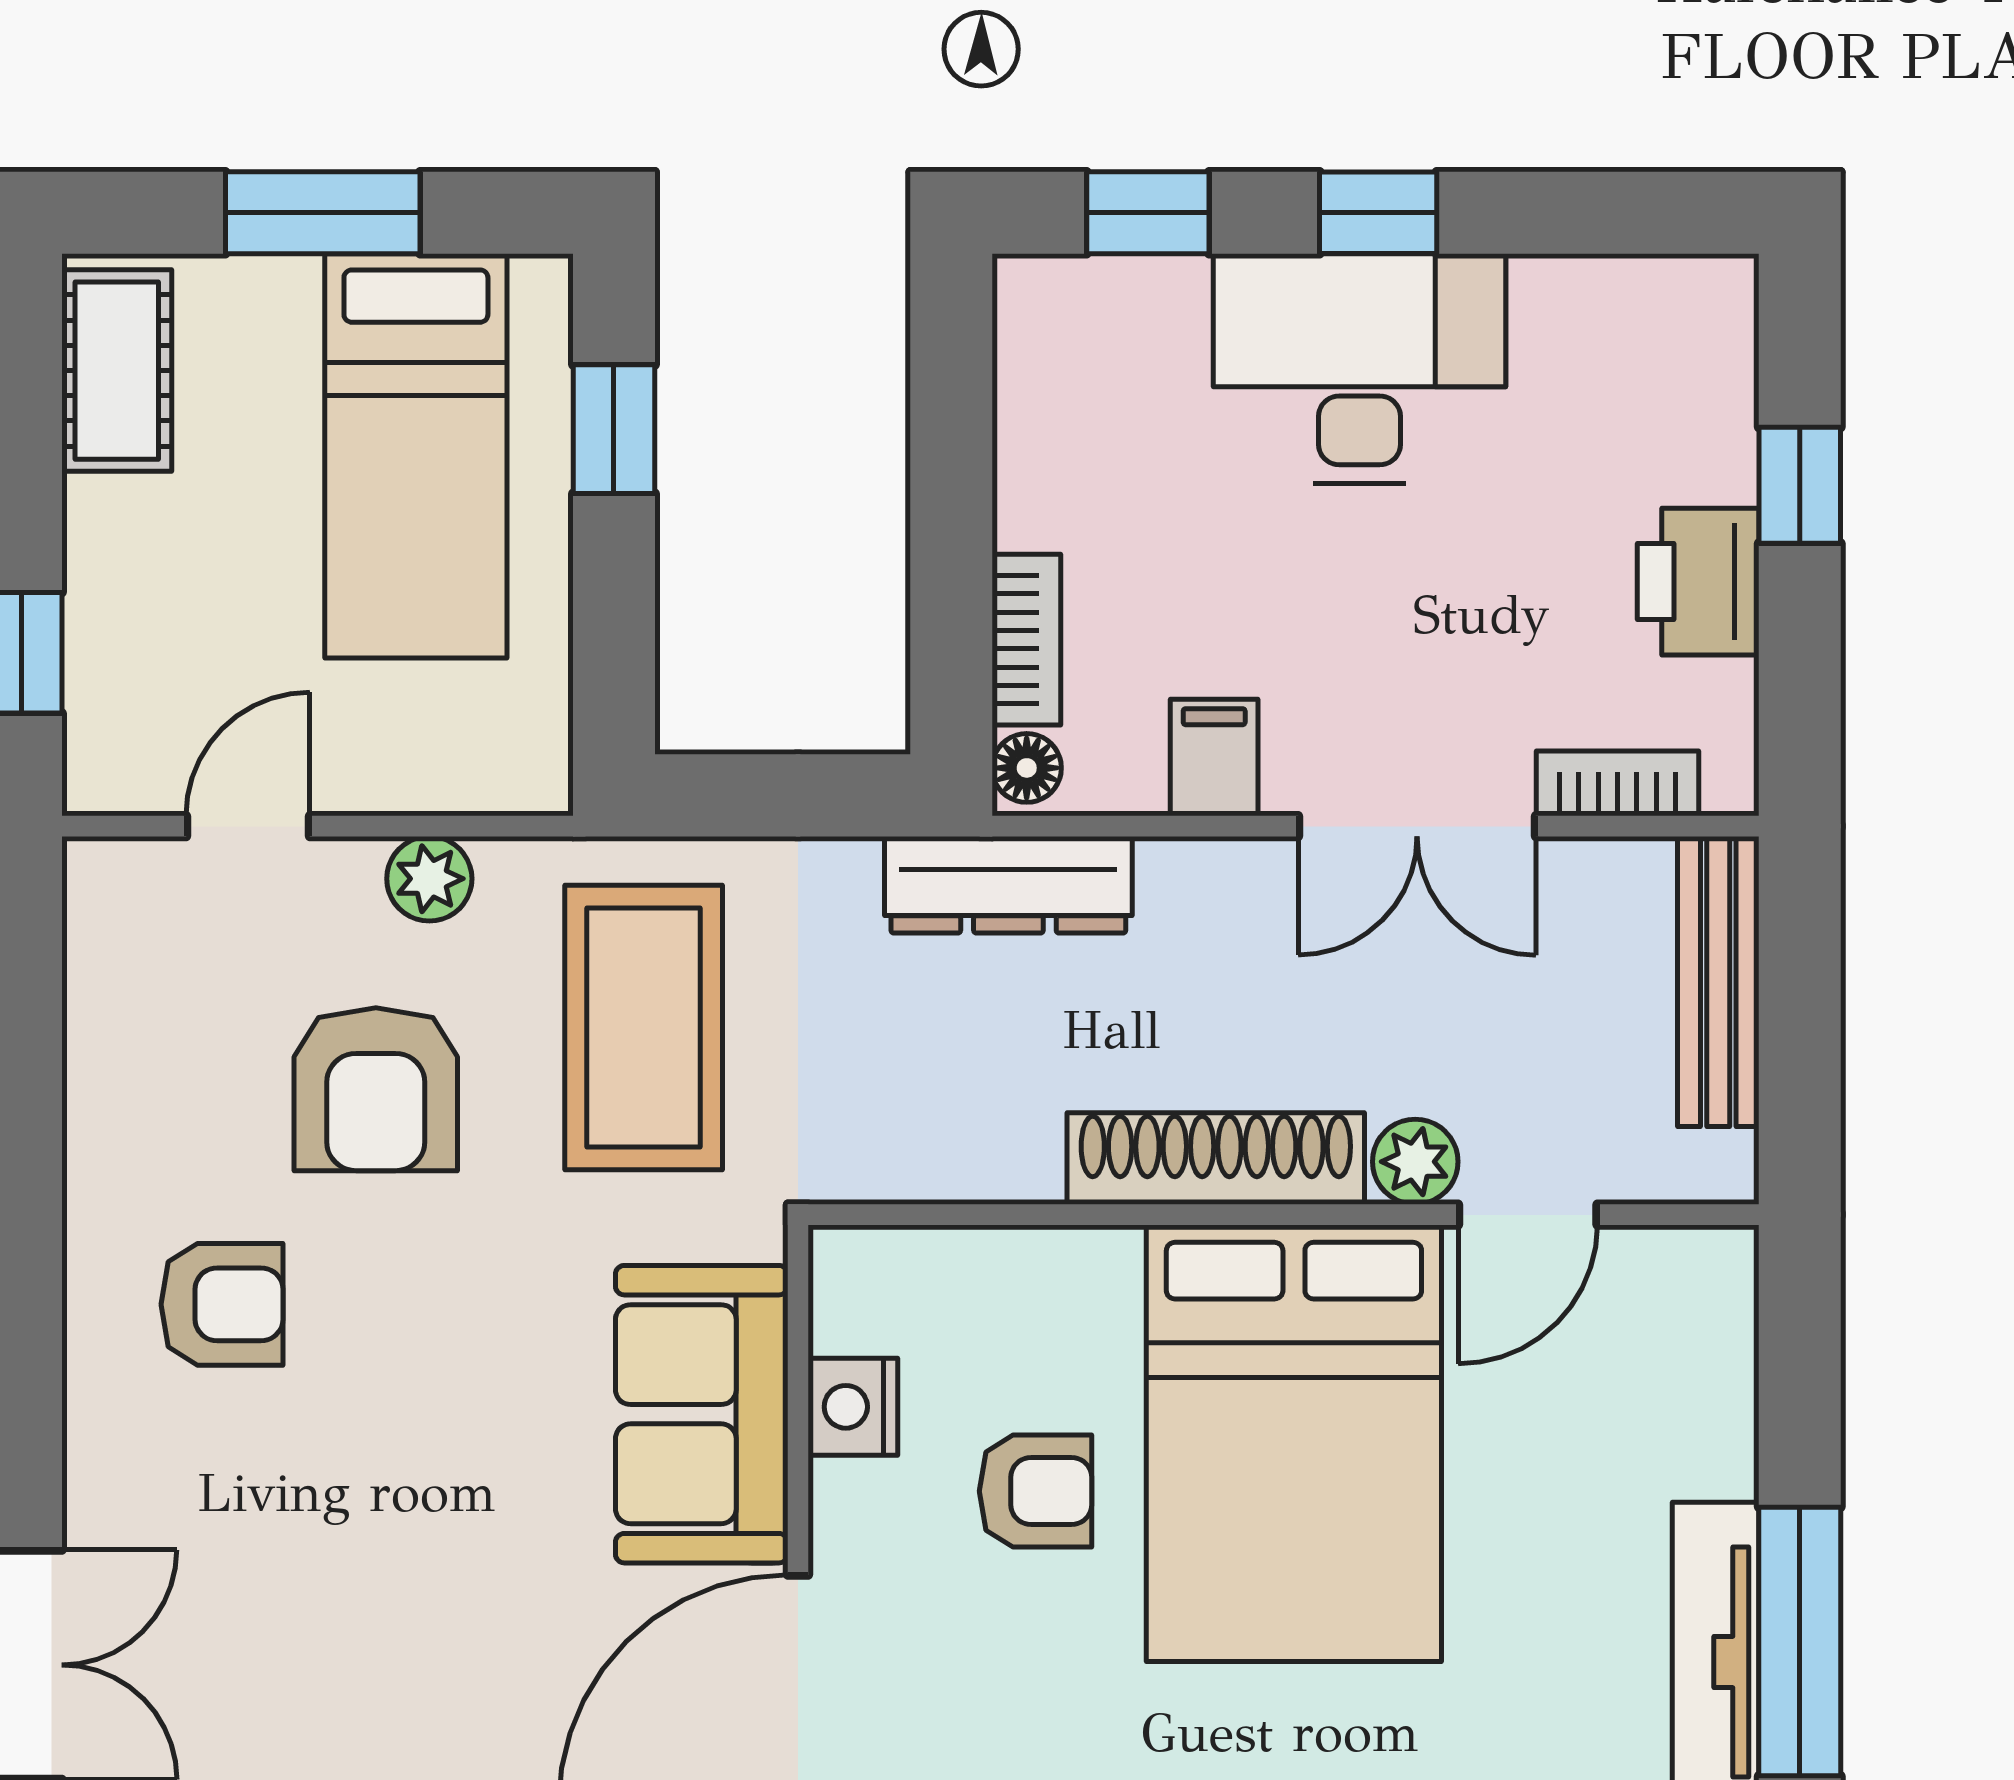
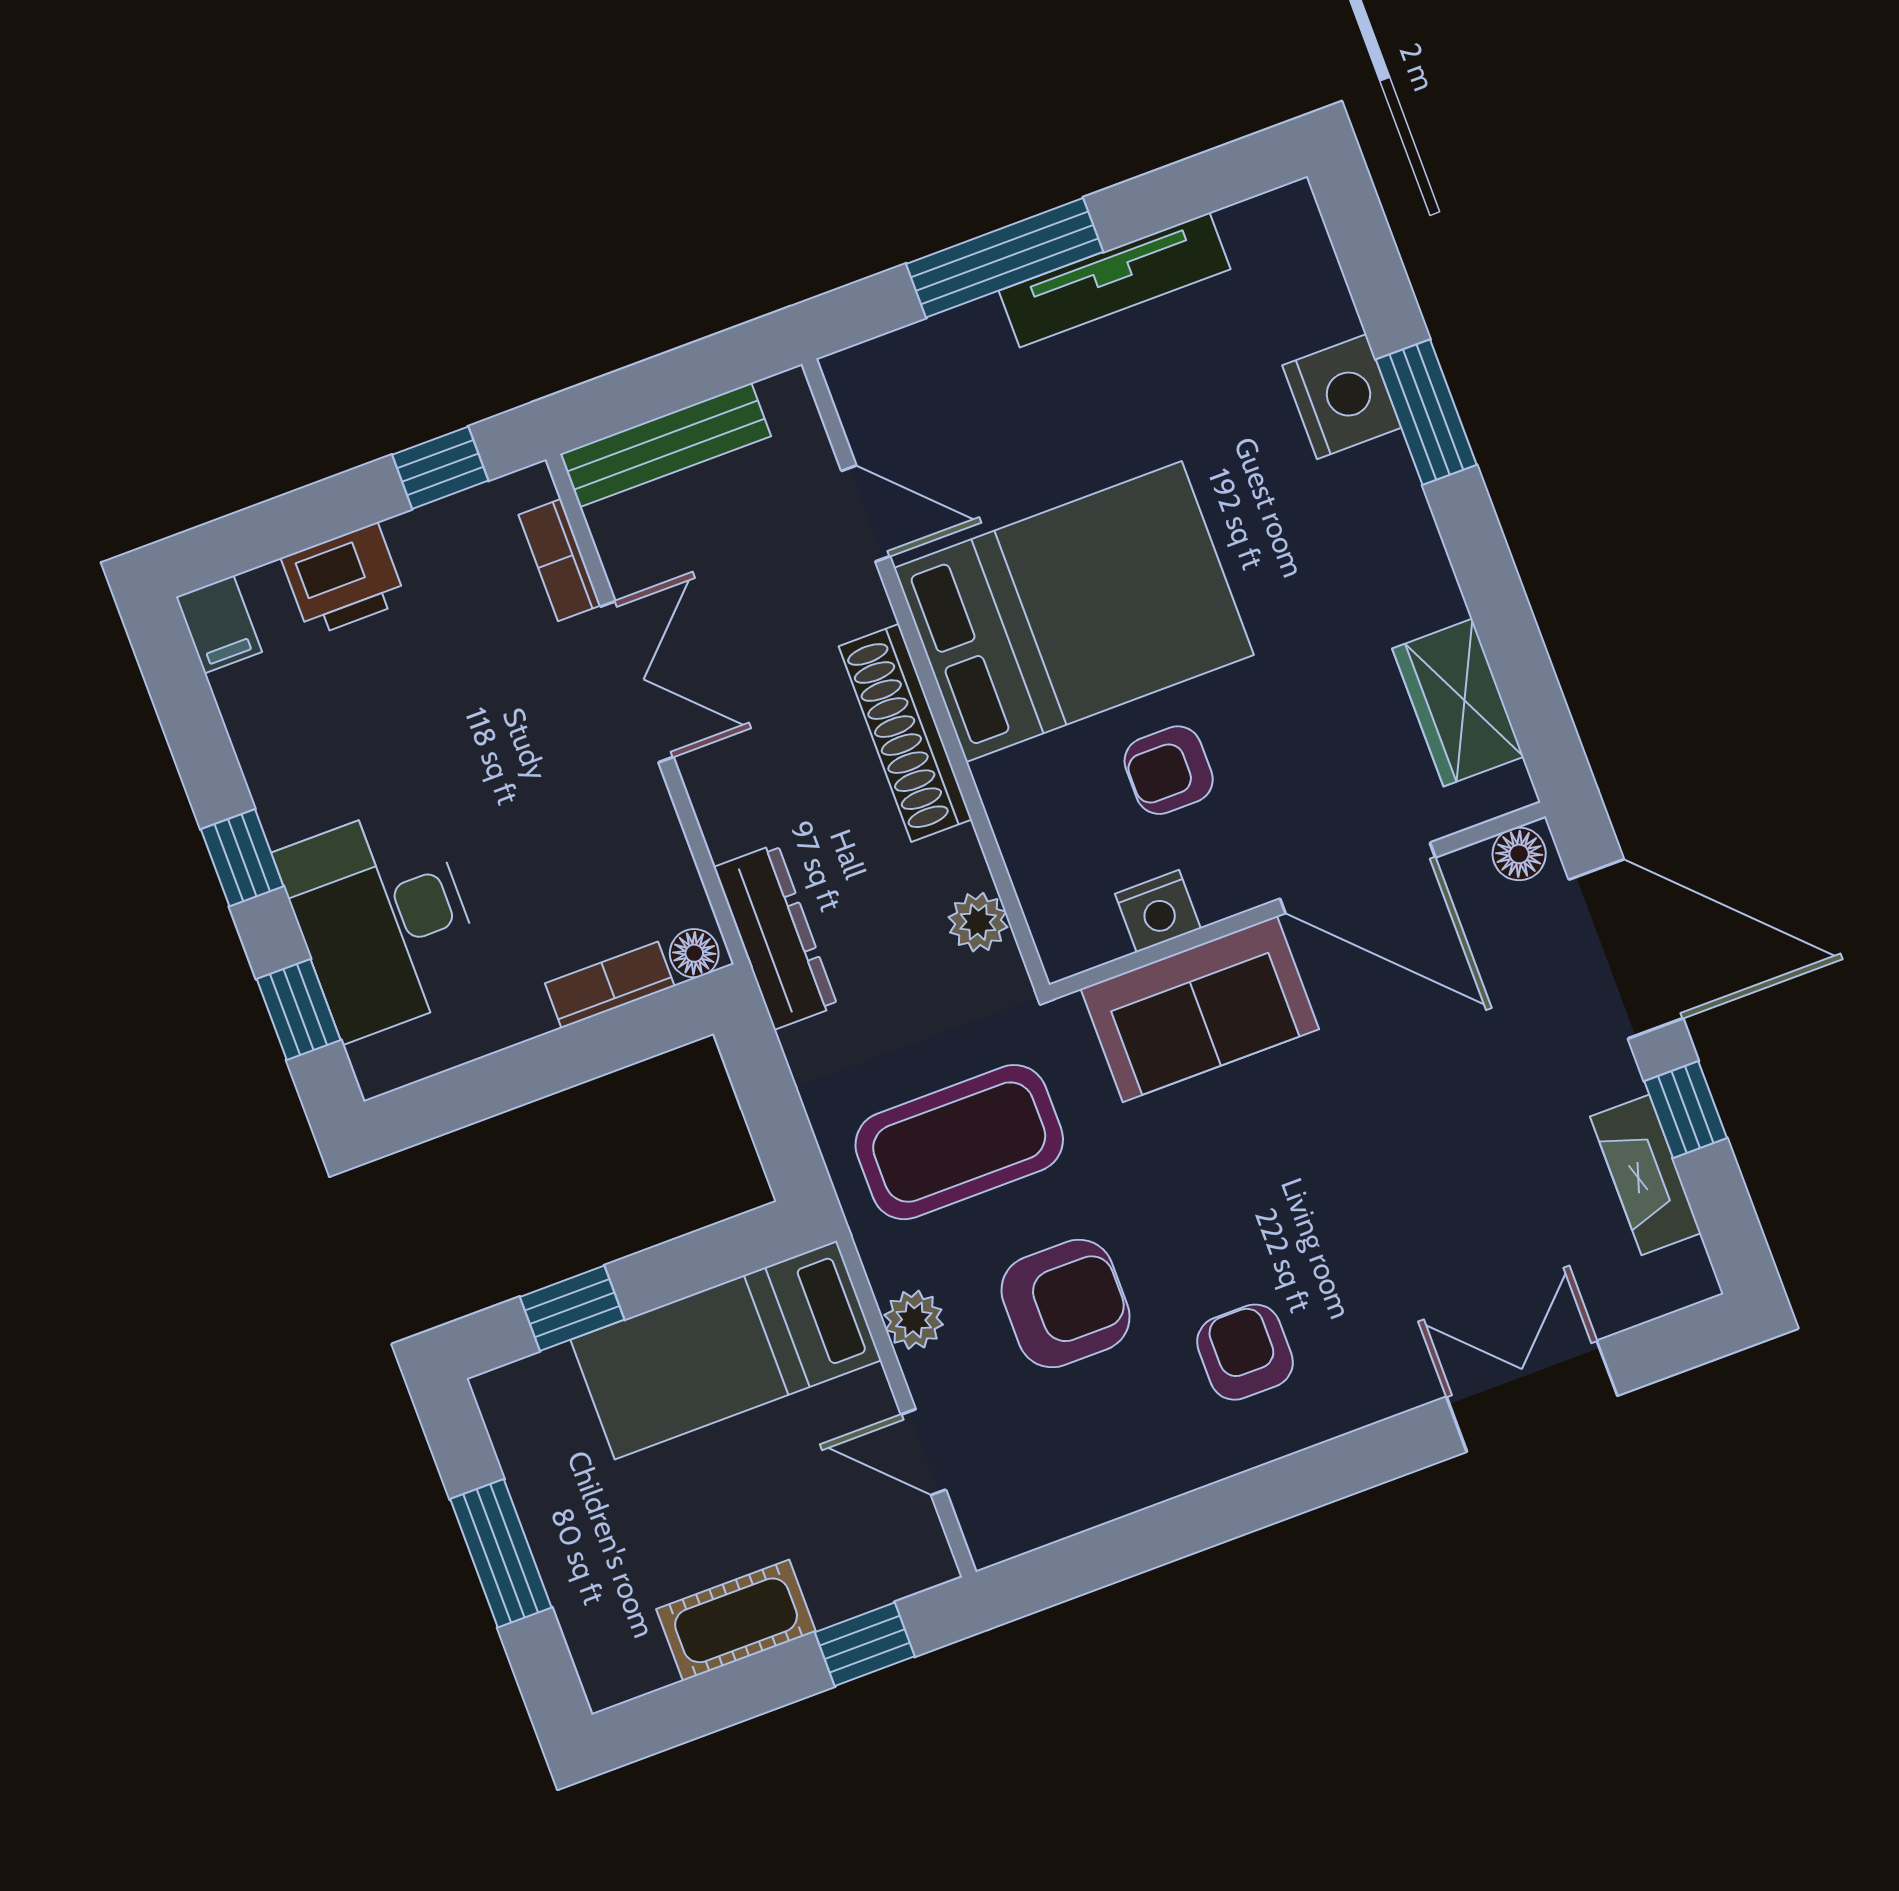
desk: (1359, 368) -> (382, 921), moved
cot: (117, 371) -> (736, 1620), moved
bed: (416, 456) -> (726, 1350), moved, turned 180
window: (1800, 485) -> (440, 468), moved
printer: (1698, 582) -> (344, 580), moved
filing cabinet: (1214, 758) -> (219, 624), moved, turned -90
plant: (1415, 1162) -> (978, 922), moved
armchair: (1036, 1491) -> (1169, 770), turned -90
window: (1800, 1641) -> (1005, 258), moved

